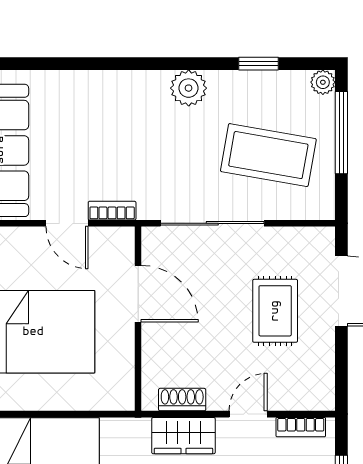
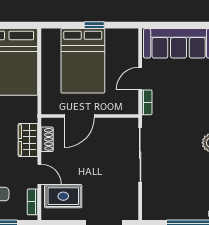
coffee table: (268, 155) -> (176, 185), removed
door: (138, 294) -> (79, 116), moved
rug: (275, 311) -> (63, 196), moved

